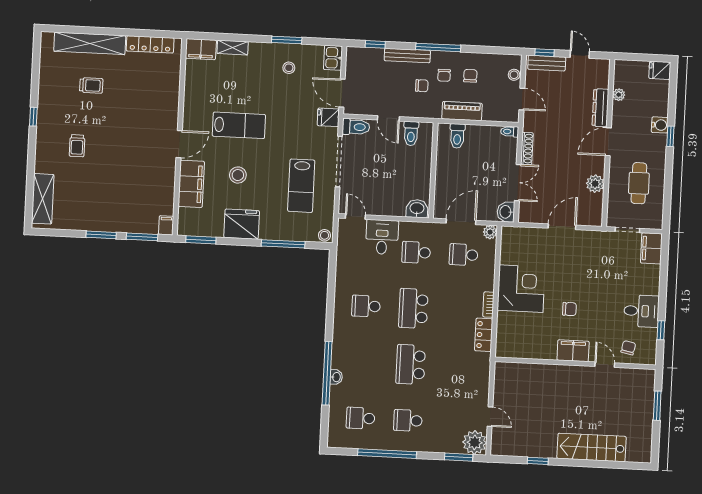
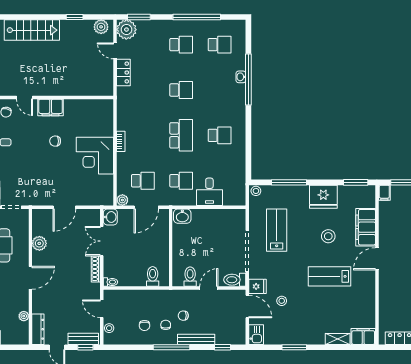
stool: (289, 68) -> (282, 301), moved
dresser: (601, 108) -> (38, 329), moved
piano: (462, 111) -> (150, 297), removed
door: (388, 118) -> (209, 288), hinge flipped
door: (355, 217) -> (232, 207), removed
locker: (484, 335) -> (123, 73), moved
school desk: (411, 364) -> (181, 90), width x0.54
plant: (506, 447) -> (101, 27), added

